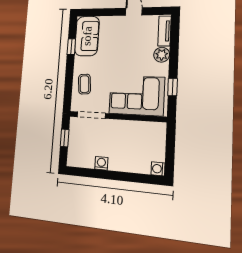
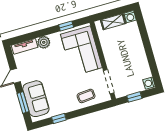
window: (102, 12) -> (23, 102), added
sofa: (87, 36) -> (36, 99), moved, turned 90
shelving: (159, 146) -> (113, 22), added
washing machine: (101, 163) -> (149, 83), moved

